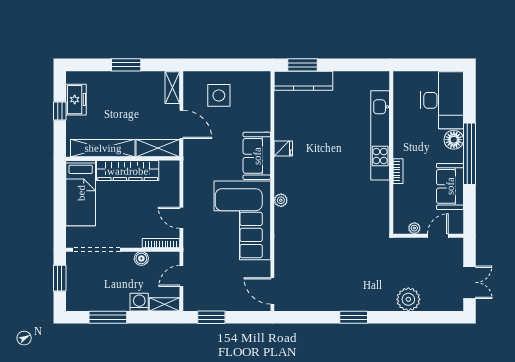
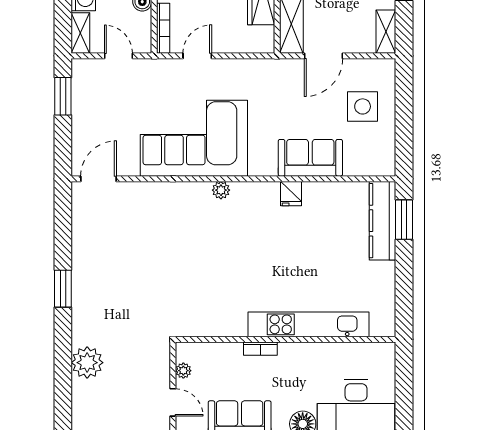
shelving: (172, 88) -> (386, 32), moved, turned 90
sofa: (257, 156) -> (310, 158), moved

